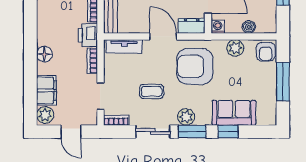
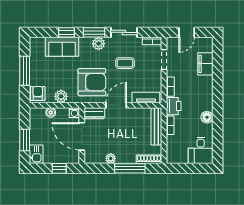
door: (163, 36) -> (116, 105), swing flipped
floor lamp: (44, 54) -> (207, 117), moved
plant: (45, 115) -> (206, 45), removed
door: (71, 132) -> (187, 32), swing flipped

